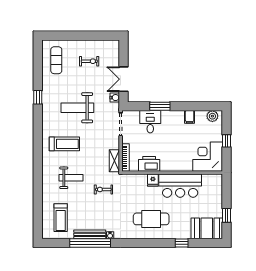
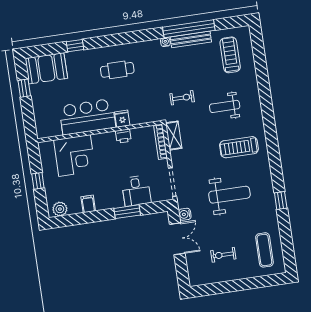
corner desk: (208, 157) -> (75, 156), moved
printer: (149, 164) -> (123, 136), width x0.53, depth x0.68
cafe table: (151, 219) -> (117, 70), width x0.73, depth x0.74

